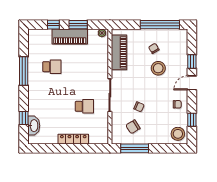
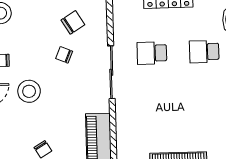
school desk: (52, 67) -> (204, 52), moved
stool: (158, 68) -> (29, 91), moved

